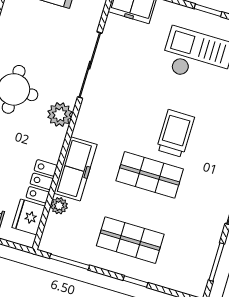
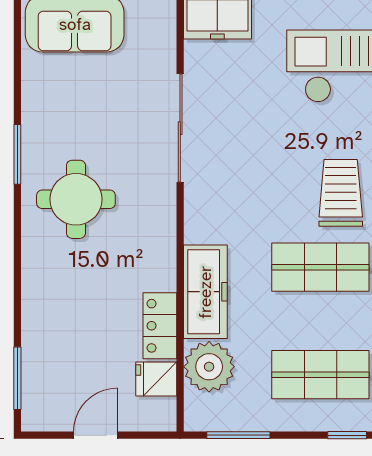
plant: (60, 115) -> (157, 216), removed
plant: (59, 206) -> (209, 367), width x1.88, depth x1.88
fridge: (29, 217) -> (156, 379), width x0.72

